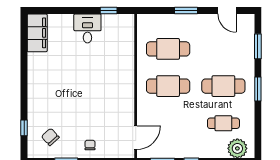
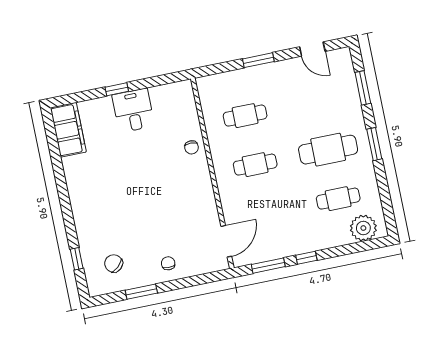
window: (109, 11) -> (117, 89), moved
cafe table: (168, 49) -> (245, 116), width x0.73, depth x0.74
chair: (124, 64) -> (192, 147), added
cafe table: (168, 86) -> (255, 165), width x0.73, depth x0.74

